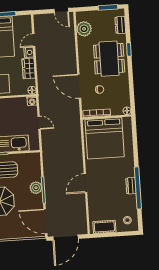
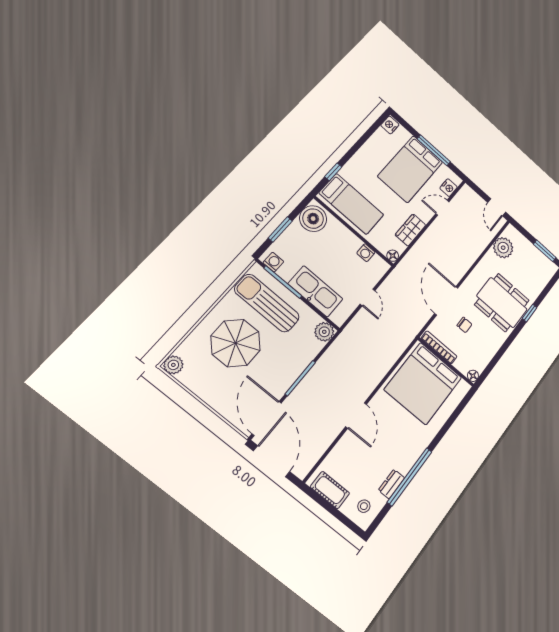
dresser: (120, 25) -> (542, 280), removed
nightstand: (29, 52) -> (449, 188), moved
dining table: (109, 59) -> (502, 303), turned 90
washing machine: (32, 101) -> (366, 253), moved
door: (85, 183) -> (356, 415), swing flipped
dresser: (131, 186) -> (391, 484), moved
plant: (36, 188) -> (324, 332), moved
door: (66, 238) -> (272, 461), swing flipped

